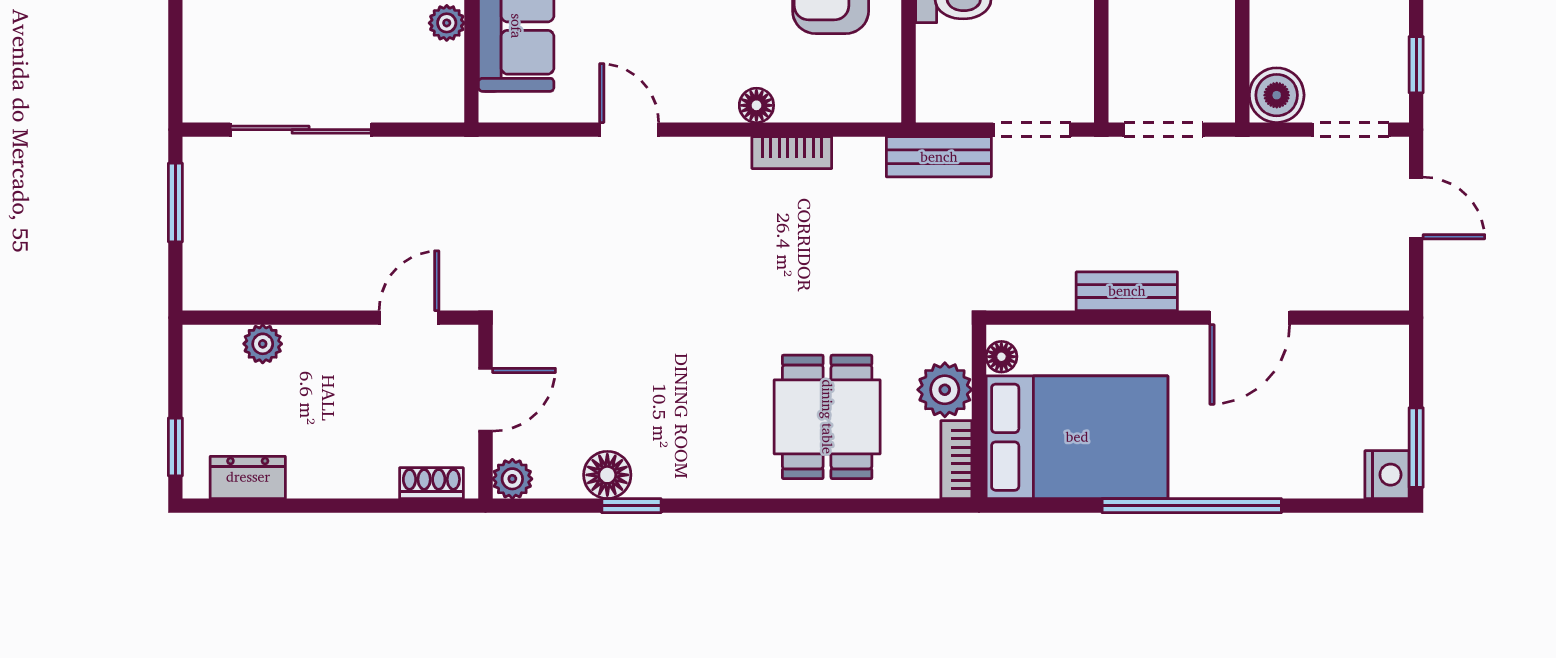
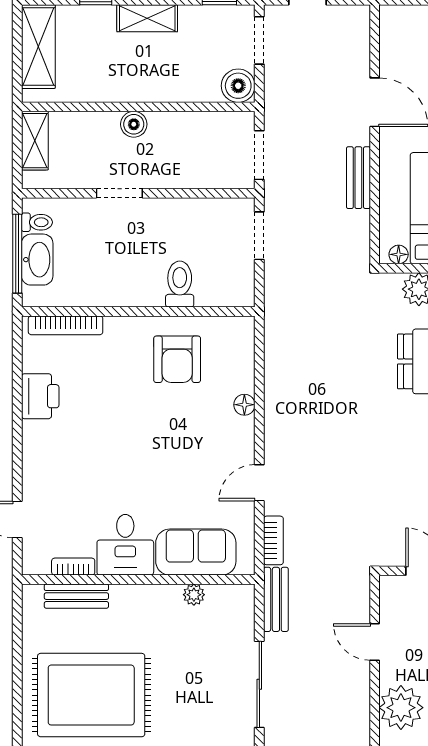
bookcase: (792, 153) -> (273, 540), moved
bench: (939, 157) -> (276, 599), moved
door: (409, 318) -> (375, 642), moved
plant: (263, 344) -> (401, 708), width x1.88, depth x1.88

